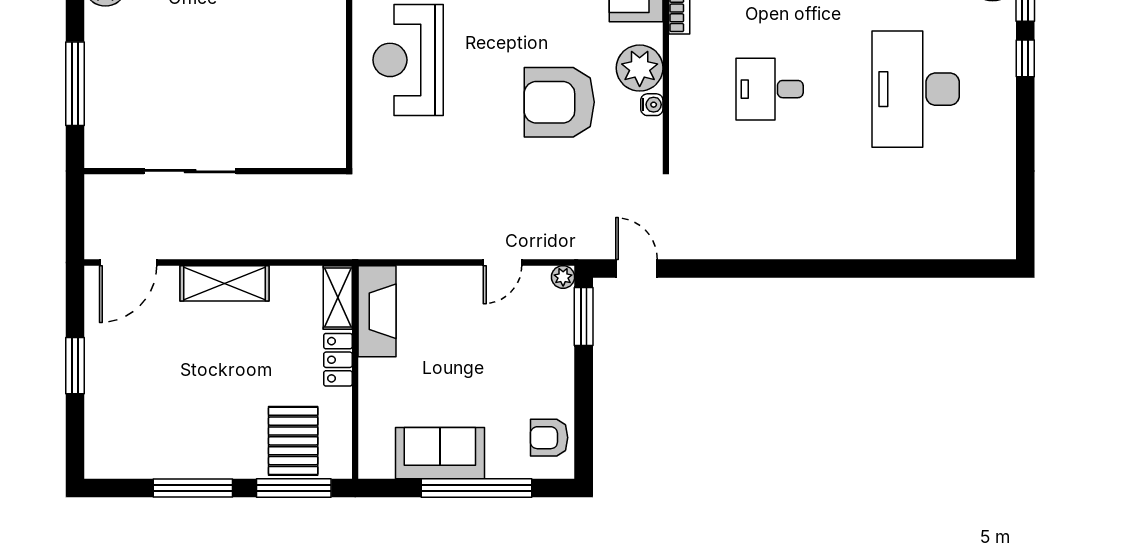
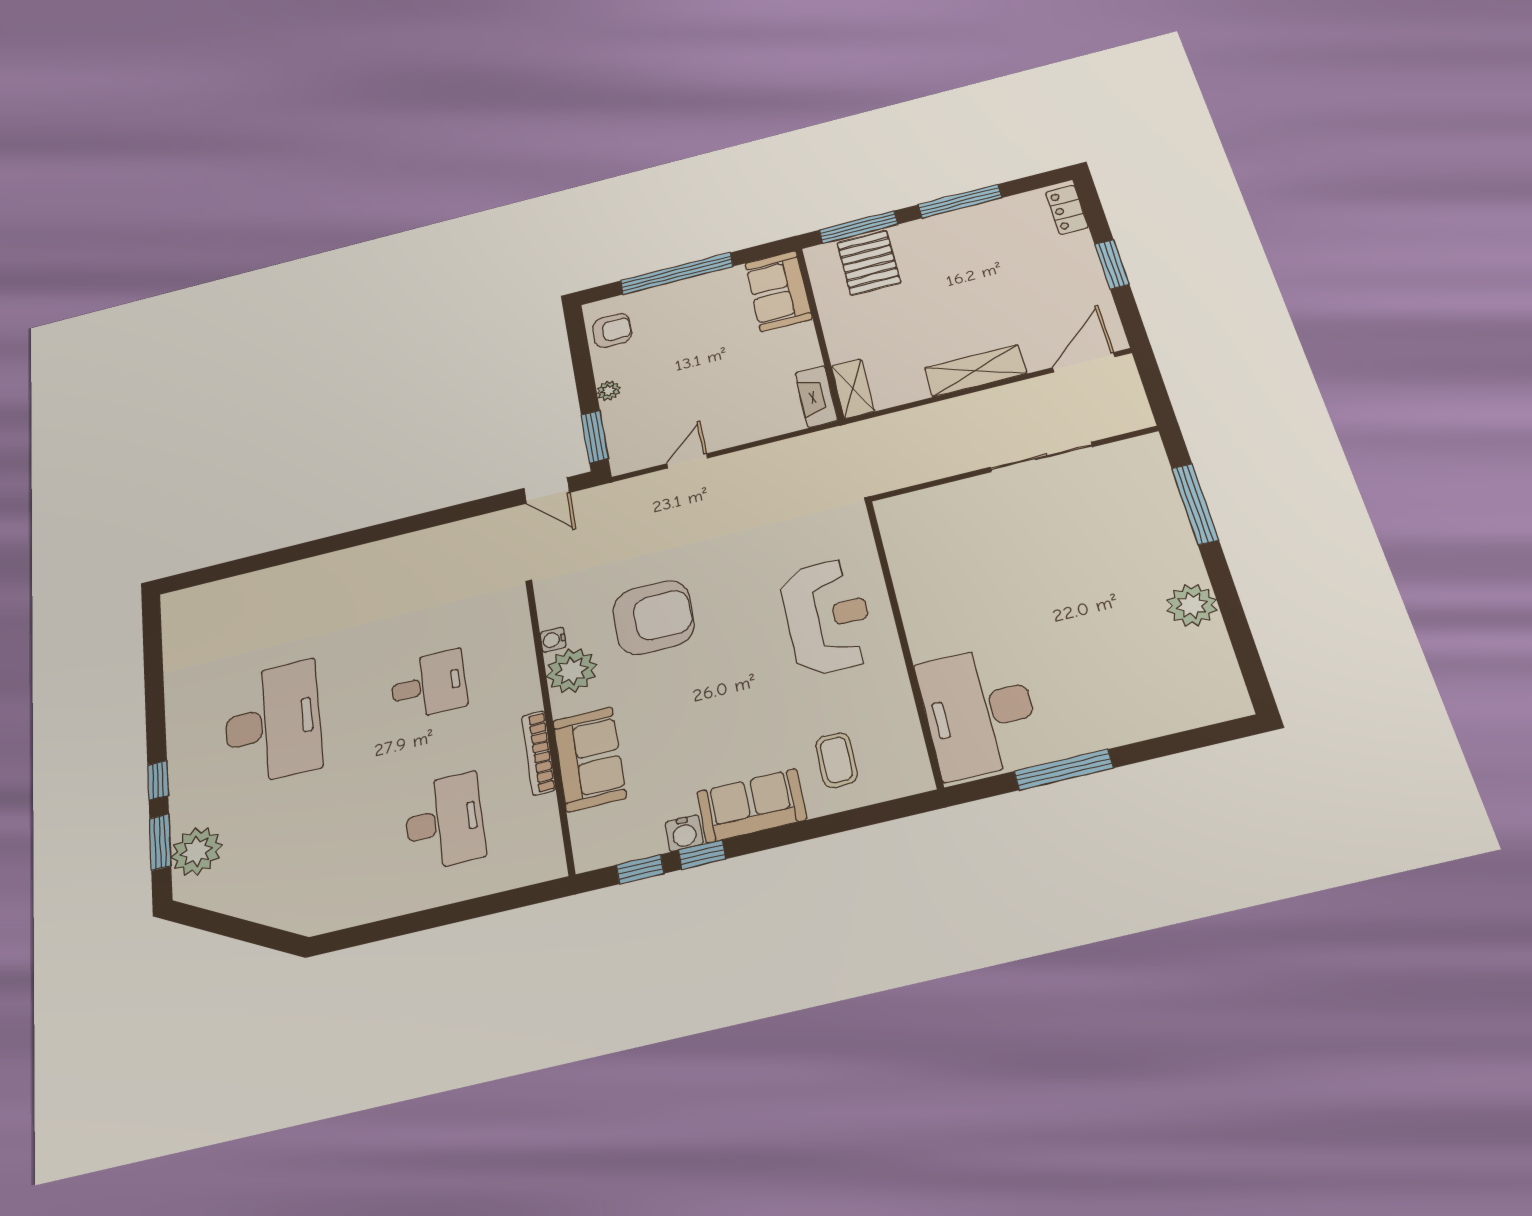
plant: (563, 277) -> (609, 391), moved
fireplace: (377, 311) -> (816, 396), width x0.73, depth x0.76
locker: (338, 360) -> (1067, 210), moved, turned 180
sofa: (440, 453) -> (778, 291), moved, turned 90

